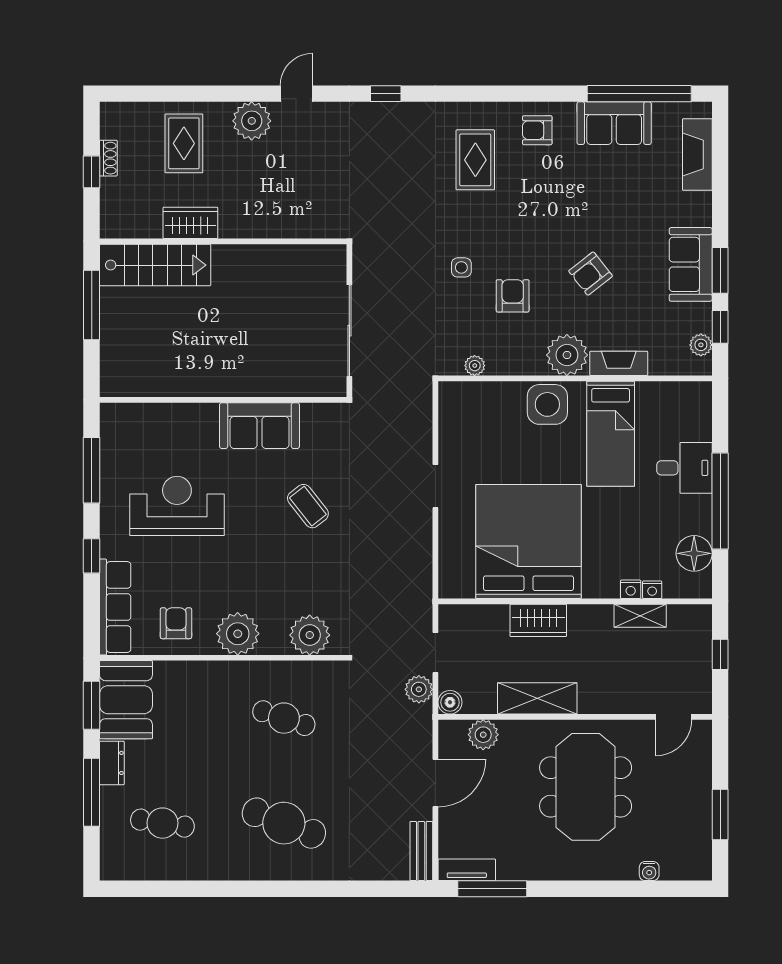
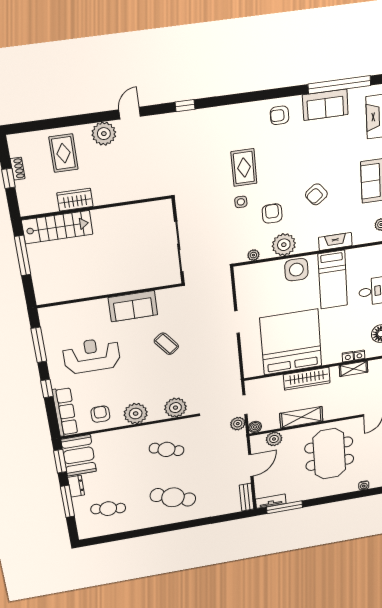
rug: (475, 160) -> (244, 168), moved
plant: (567, 355) -> (284, 245), moved
wardrobe: (538, 620) -> (307, 379), width x1.50

